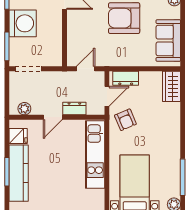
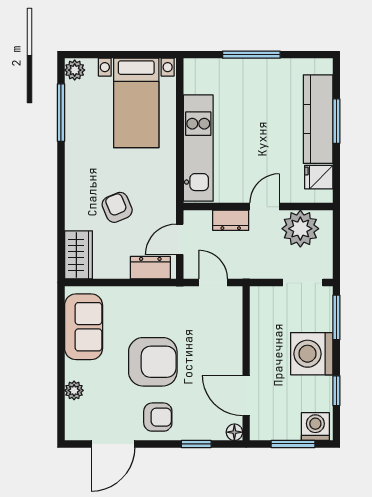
door: (86, 69) -> (213, 283), swing flipped
plant: (24, 109) -> (300, 229), width x1.87, depth x1.87
armchair: (125, 120) -> (117, 207), moved

